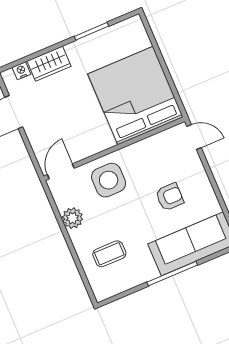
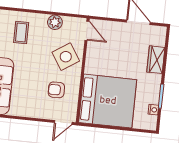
nightstand: (21, 71) -> (153, 110), moved
side table: (109, 180) -> (66, 57), turned -33
armchair: (170, 197) -> (56, 90), moved, turned 90

